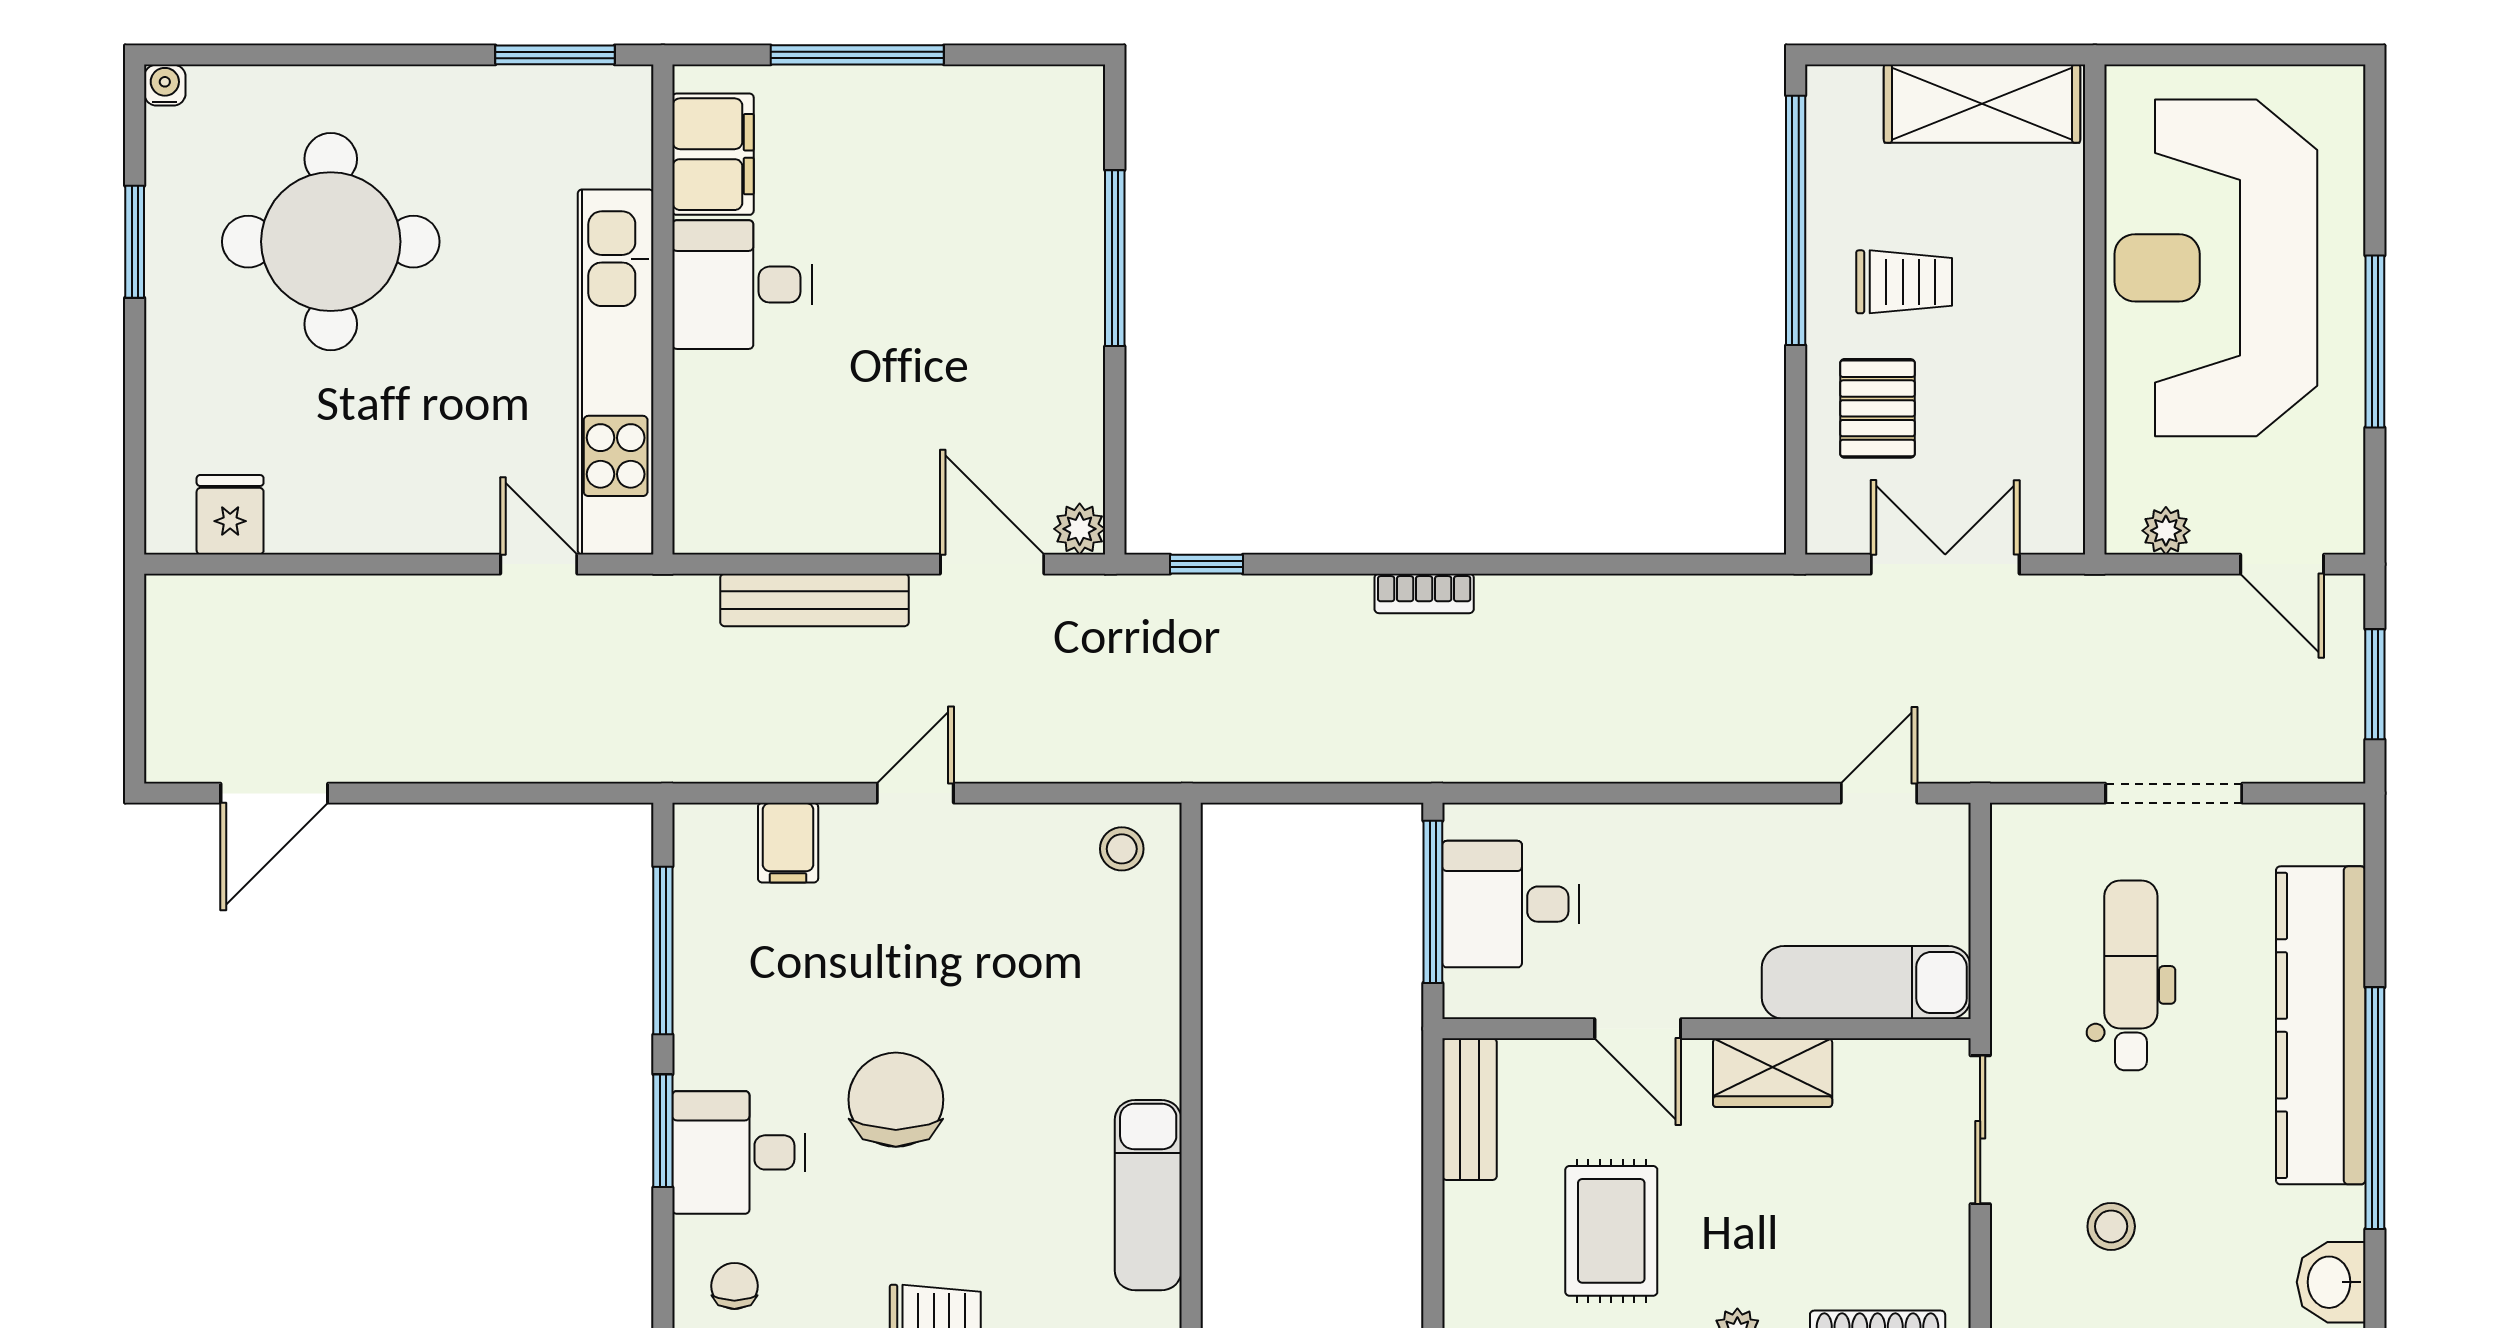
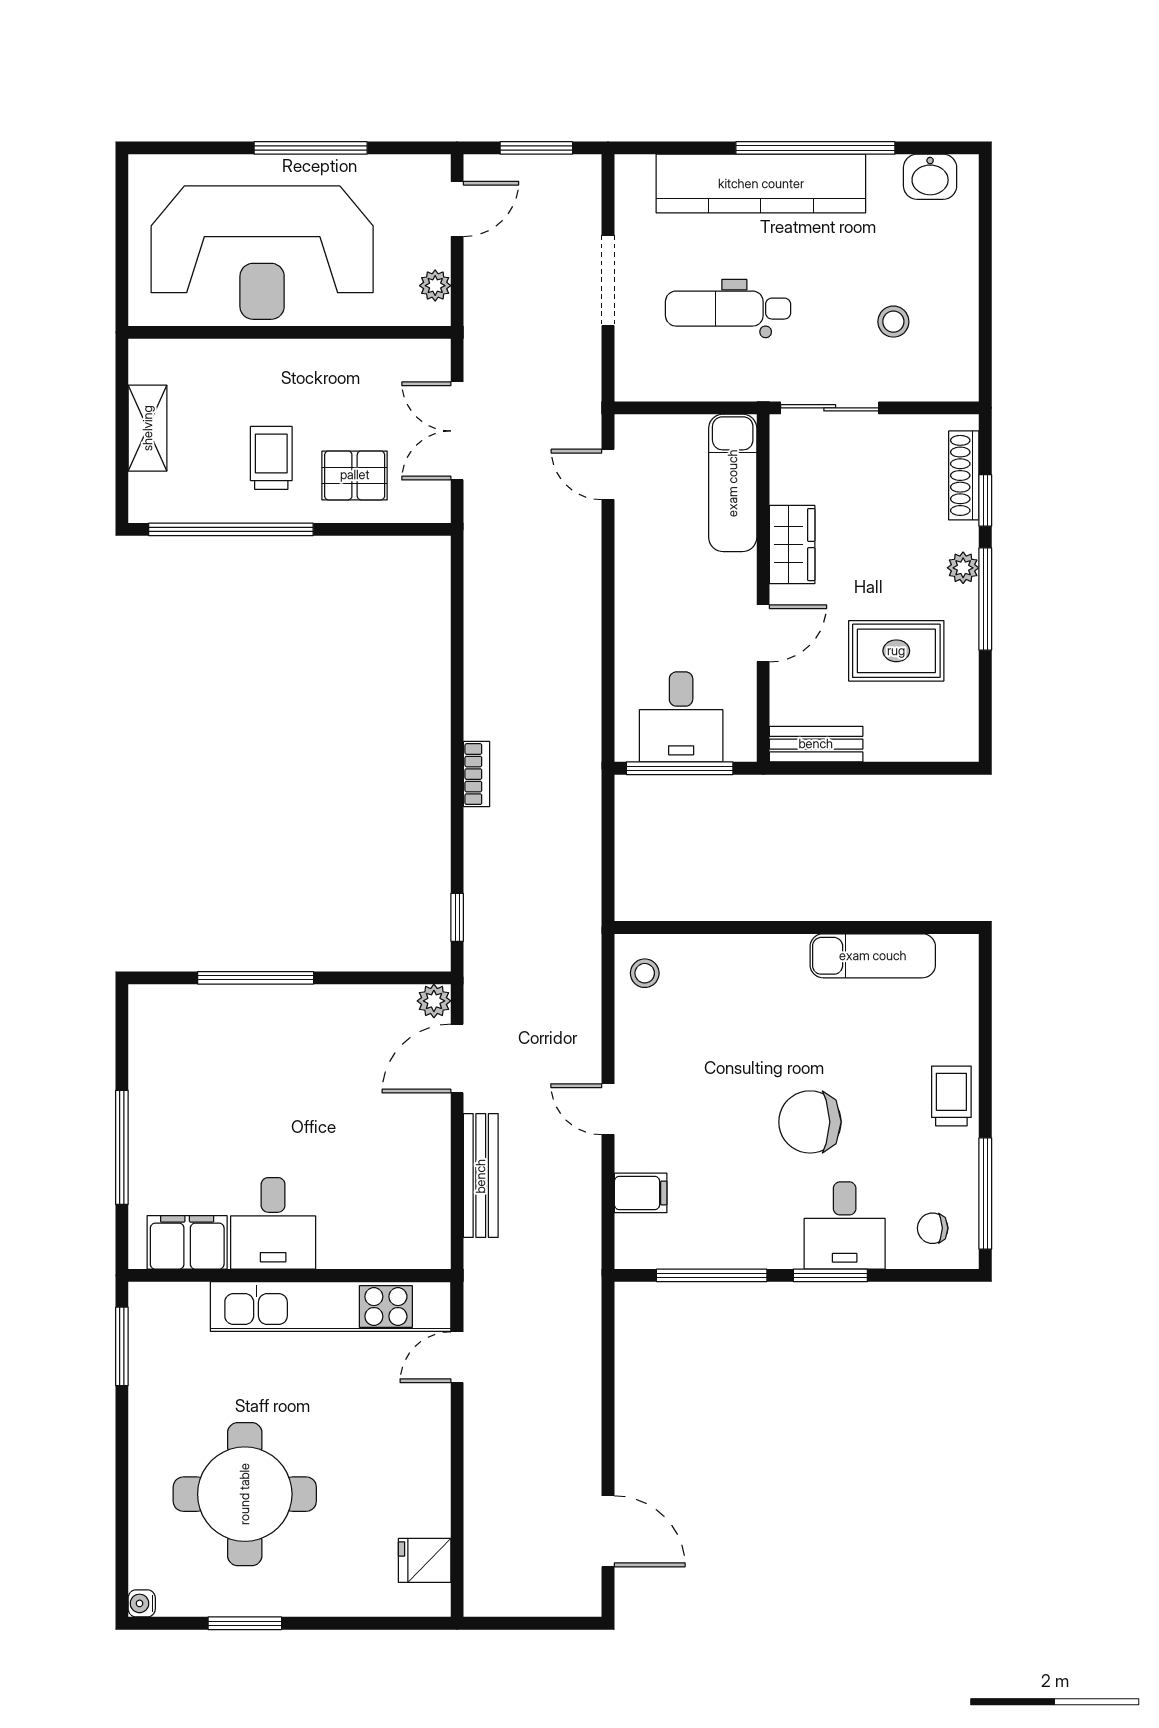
shelving: (1982, 104) -> (148, 428), width x0.67, depth x0.75

